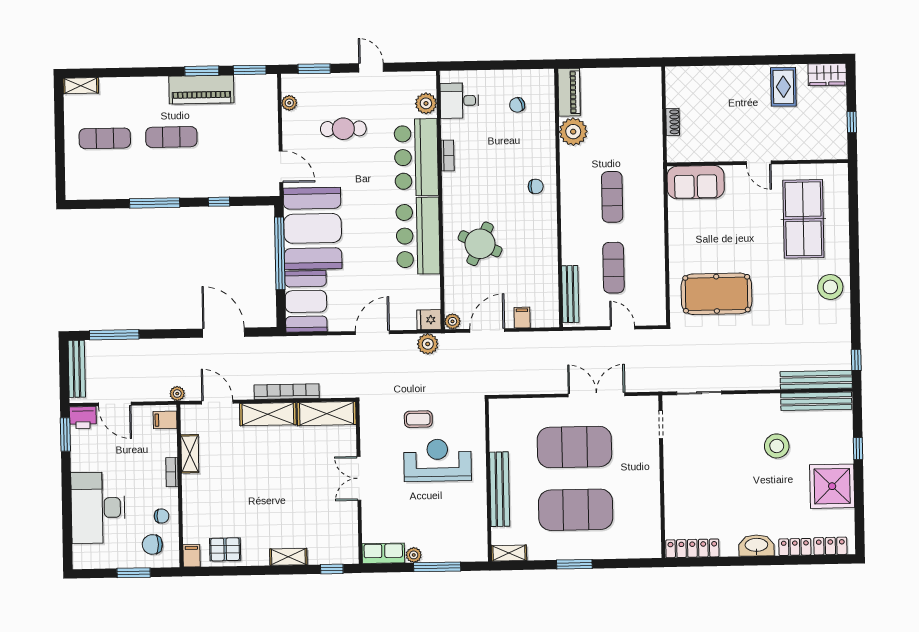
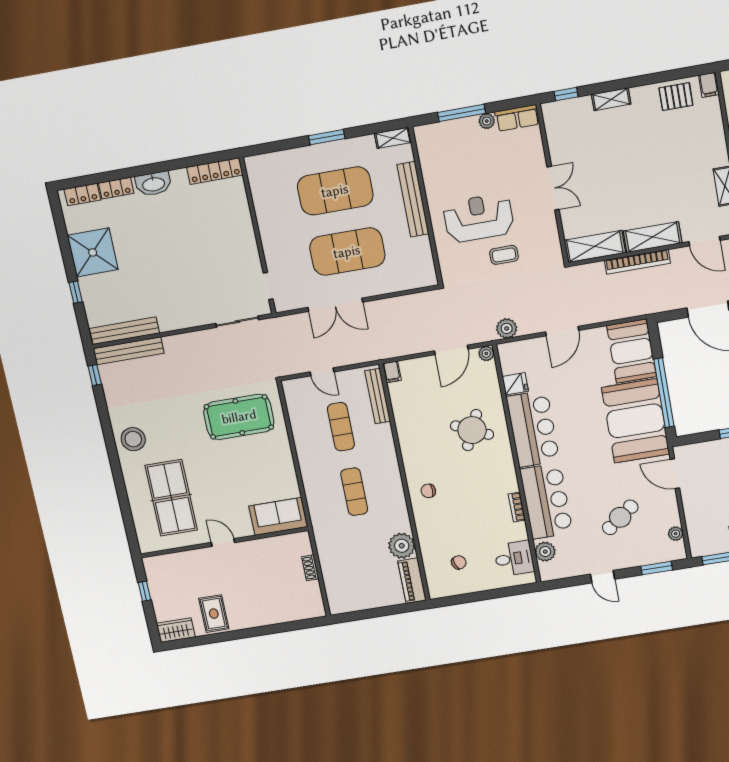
cafe table: (343, 129) -> (620, 517), turned -37
filing cabinet: (522, 318) -> (392, 372), moved
fridge: (429, 320) -> (515, 384), moved
stool: (777, 446) -> (153, 283), removed
reception desk: (437, 460) -> (479, 218), turned 180

